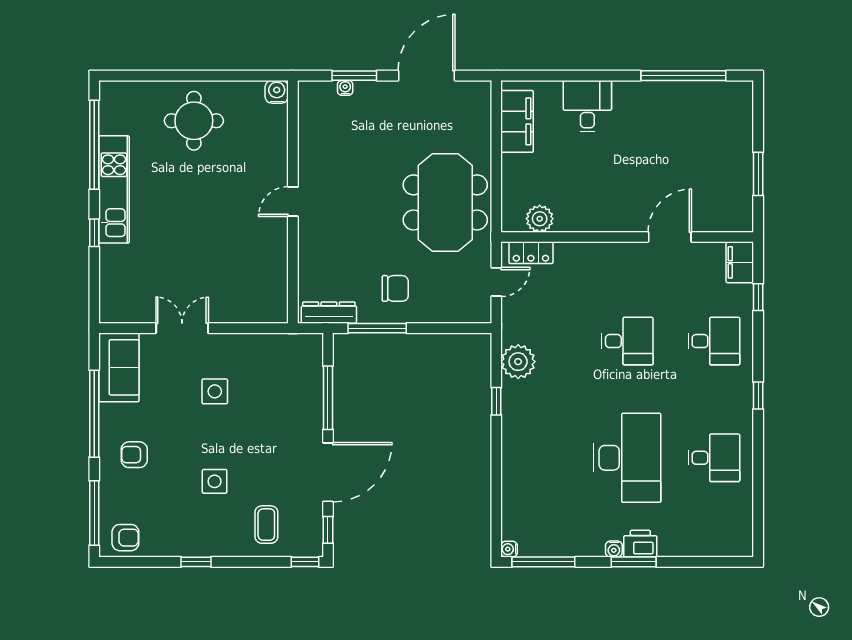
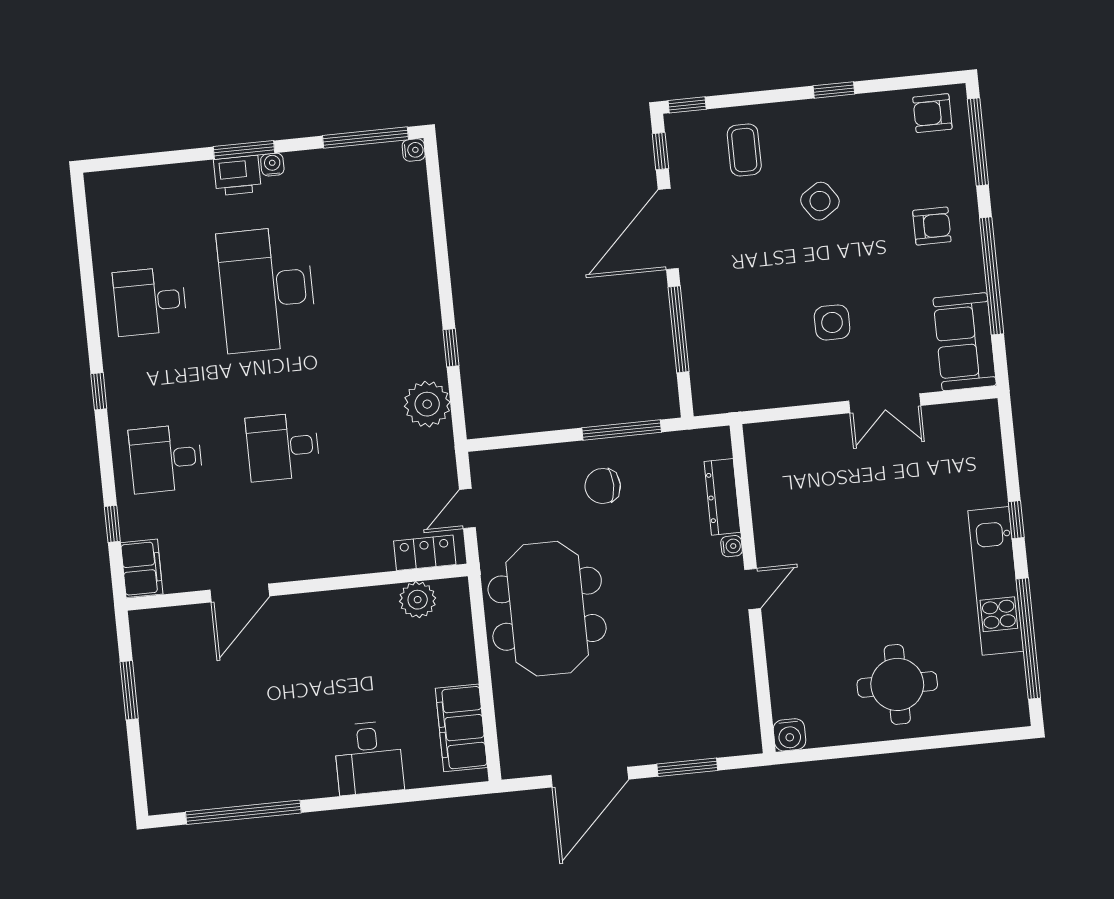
water cooler: (345, 88) -> (732, 546), moved, turned -90
dresser: (329, 313) -> (722, 497), moved, turned 90
side table: (215, 481) -> (820, 201), turned -34

